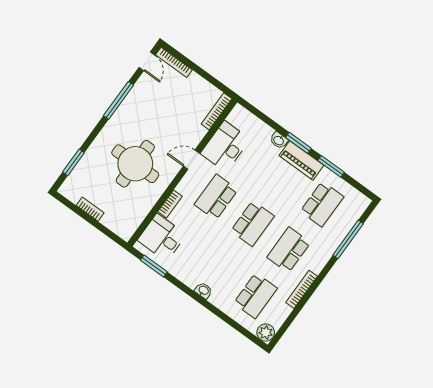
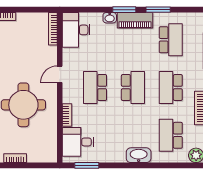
desk: (225, 146) -> (76, 30), moved
washbasin: (203, 291) -> (139, 155), width x1.91, depth x1.45
school desk: (255, 296) -> (171, 135), turned 180

